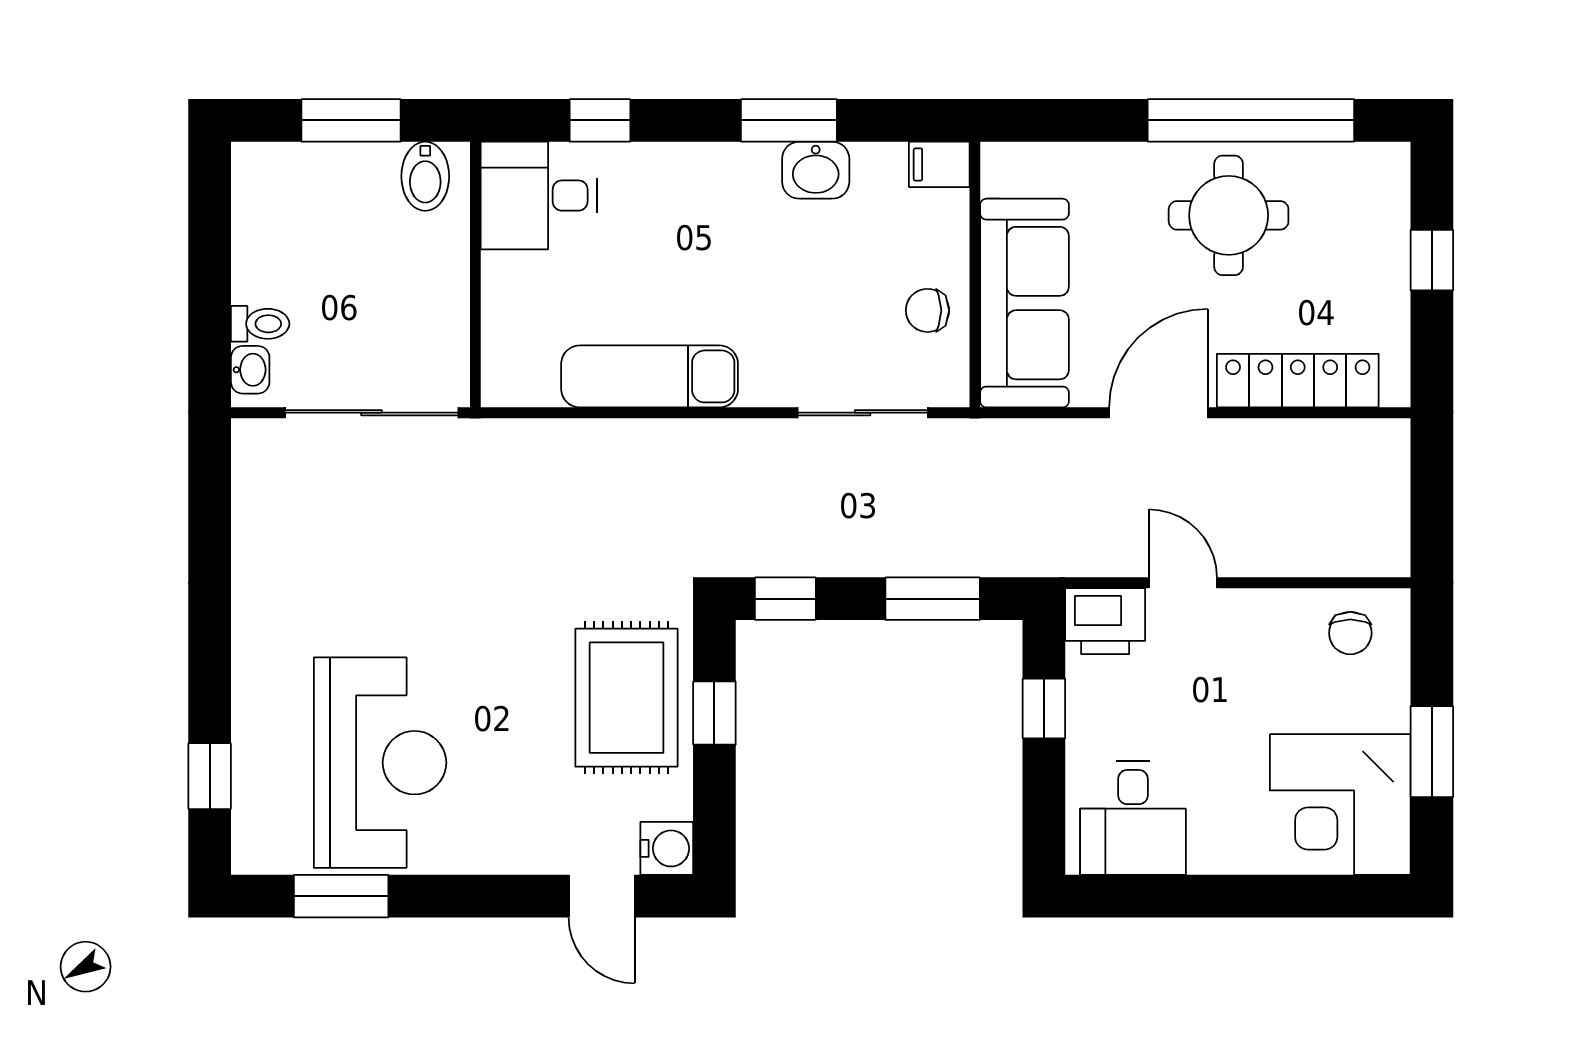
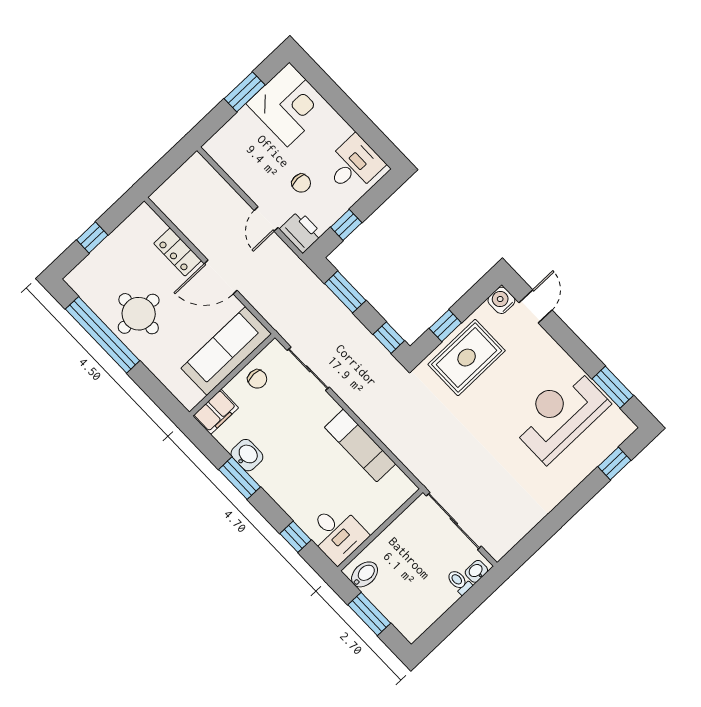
filing cabinet: (939, 164) -> (216, 412), width x2.00
locker: (1298, 381) -> (178, 252), width x0.66
chair: (1350, 633) -> (301, 183), moved, turned 90

